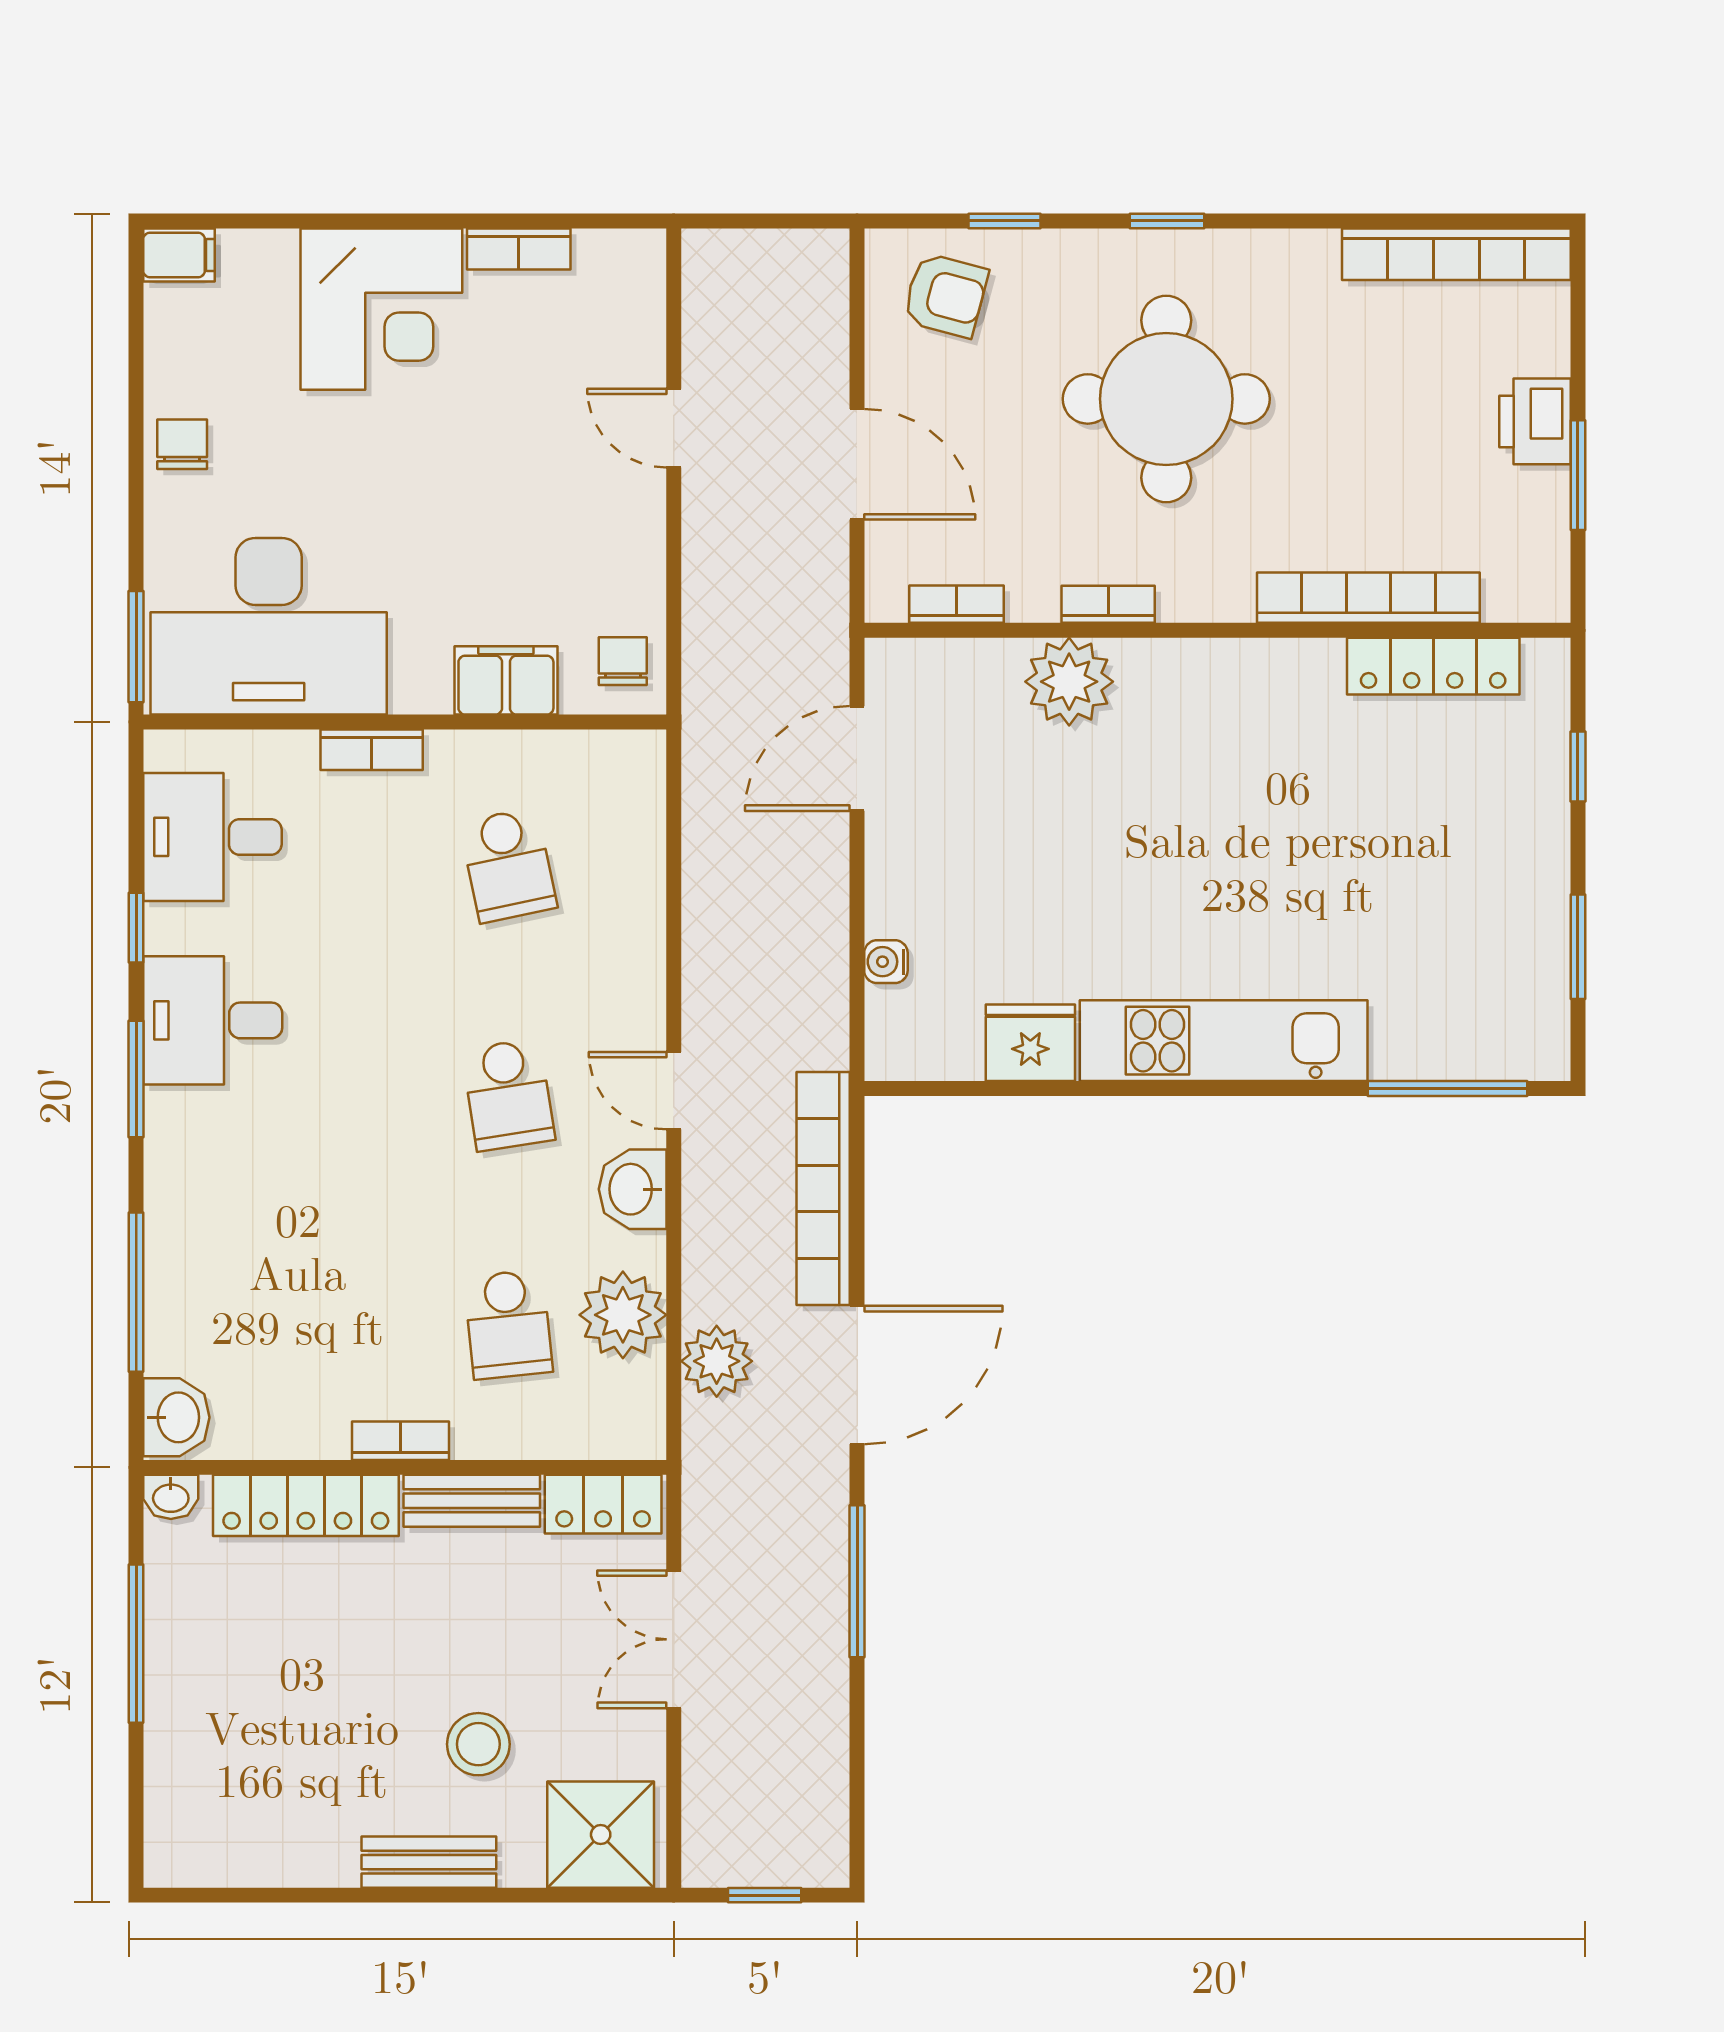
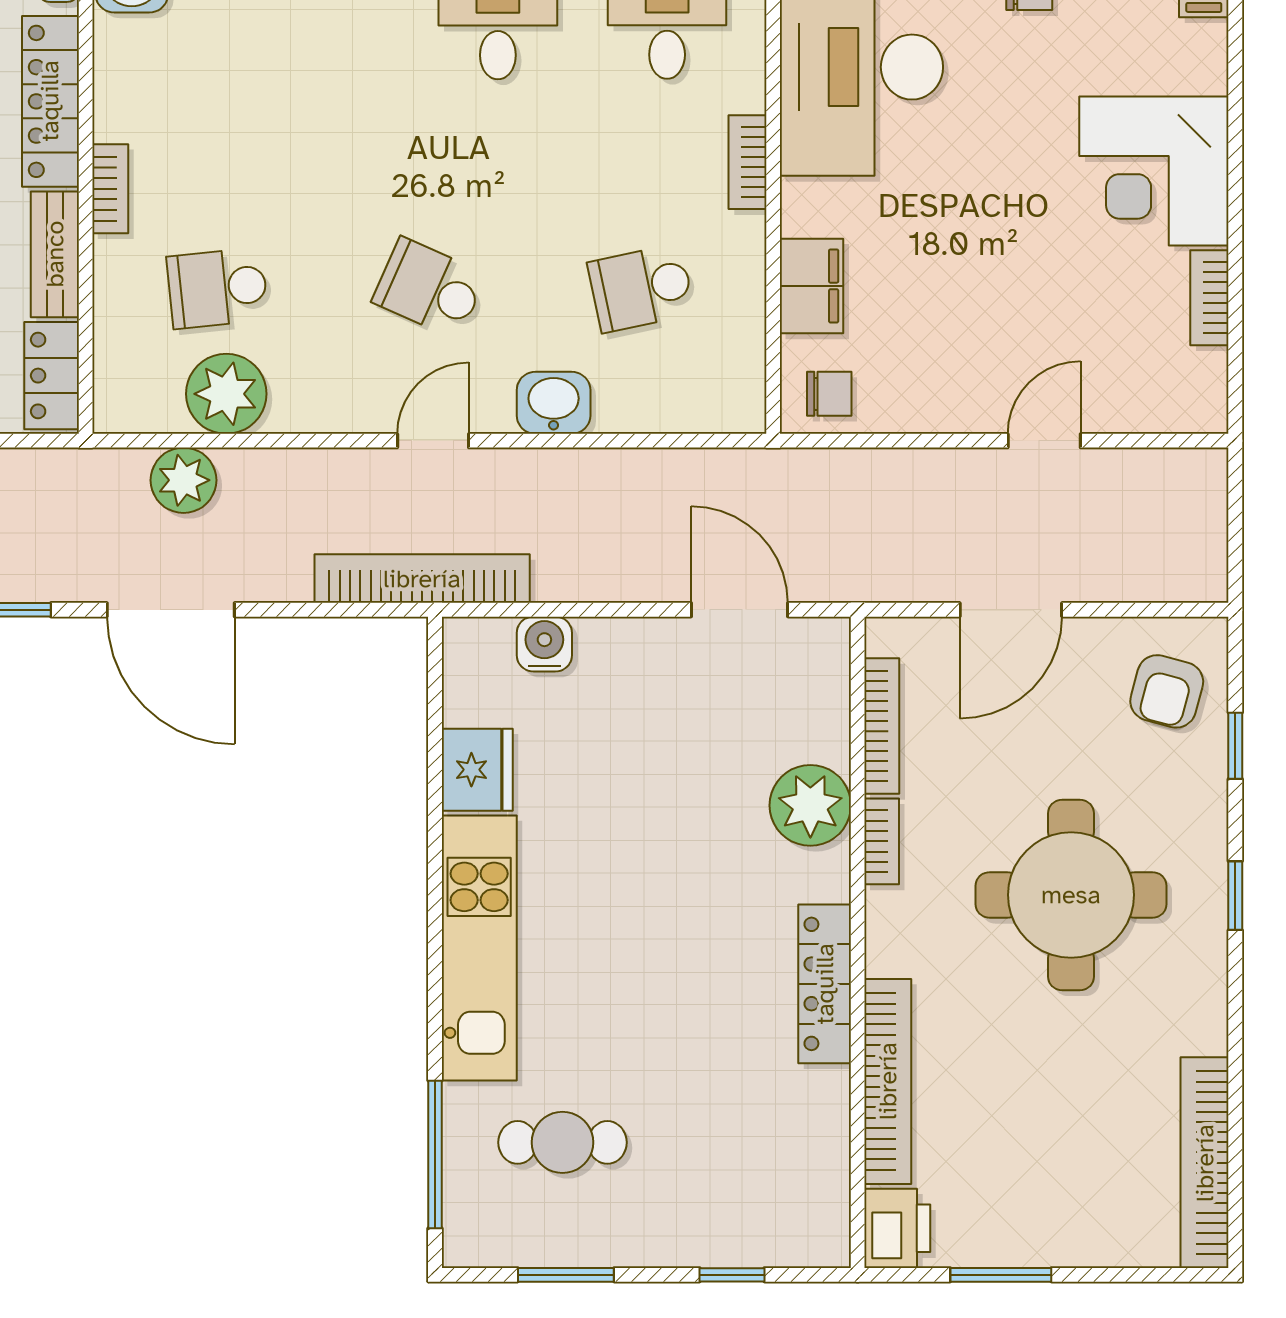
printer: (1535, 421) -> (897, 1228), moved, turned 90
bookcase: (957, 604) -> (882, 726), width x1.56
locker: (1433, 666) -> (825, 984), moved
cafe table: (1435, 950) -> (562, 1142), added
water cooler: (886, 962) -> (544, 644), width x1.38, depth x1.38
school desk: (508, 1095) -> (429, 288), turned 33
bookcase: (823, 1188) -> (422, 579), moved
washbasin: (633, 1189) -> (554, 403), moved

